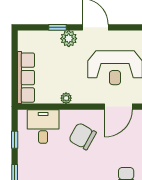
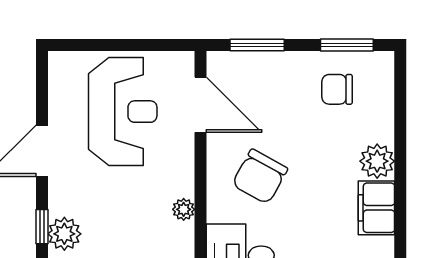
plant: (69, 39) -> (64, 234), moved

